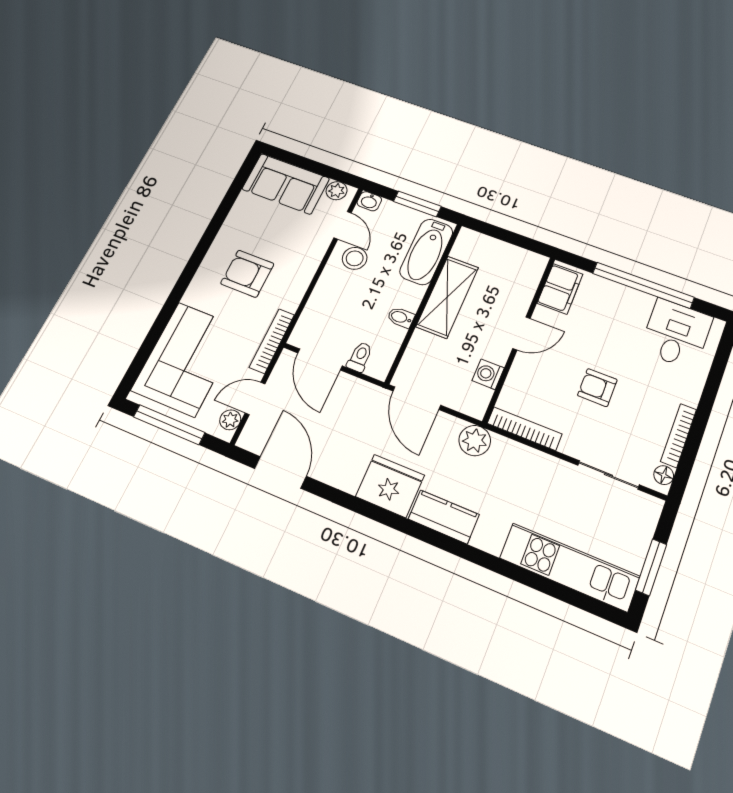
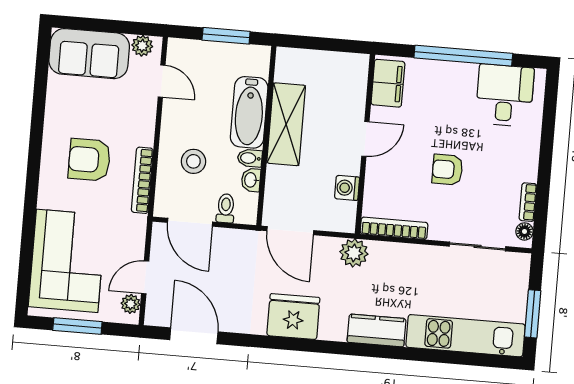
washbasin: (369, 201) -> (251, 180), moved, turned 90
bathtub: (426, 252) -> (249, 112), moved
stool: (355, 258) -> (193, 161), moved
bookcase: (272, 341) -> (142, 180), moved
window: (169, 425) -> (77, 326), width x0.69
bookcase: (679, 435) -> (528, 202), width x0.64
kitchen counter: (444, 517) -> (377, 330), moved

